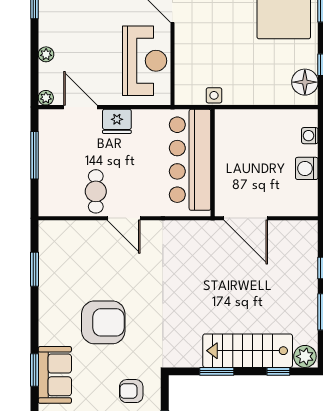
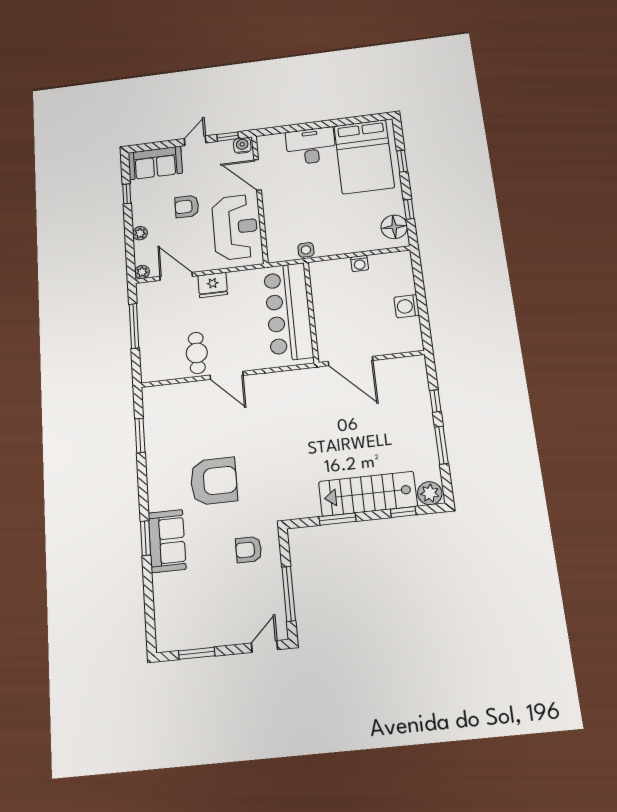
armchair: (96, 31) -> (187, 206), added
washing machine: (310, 136) -> (360, 263), moved, turned -90

